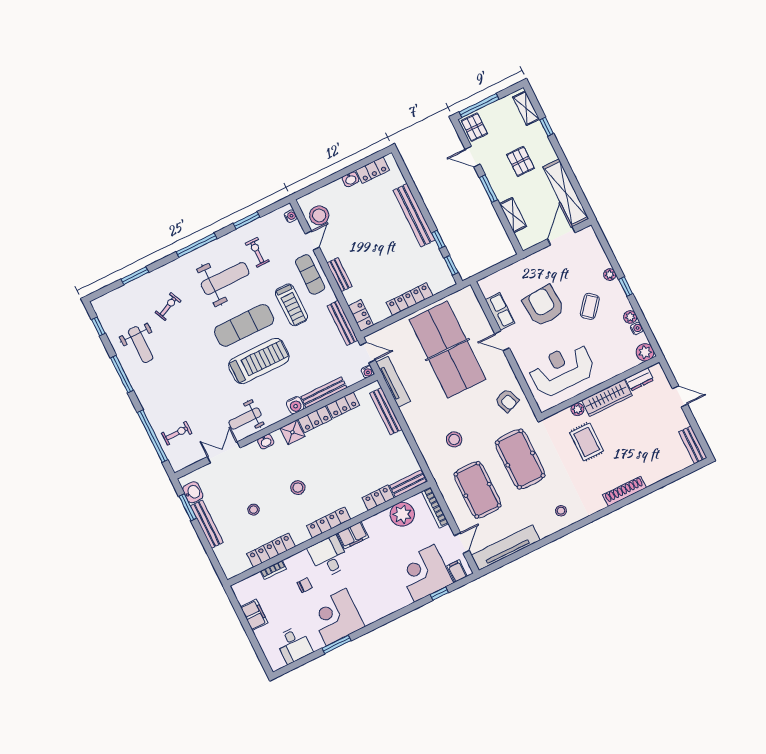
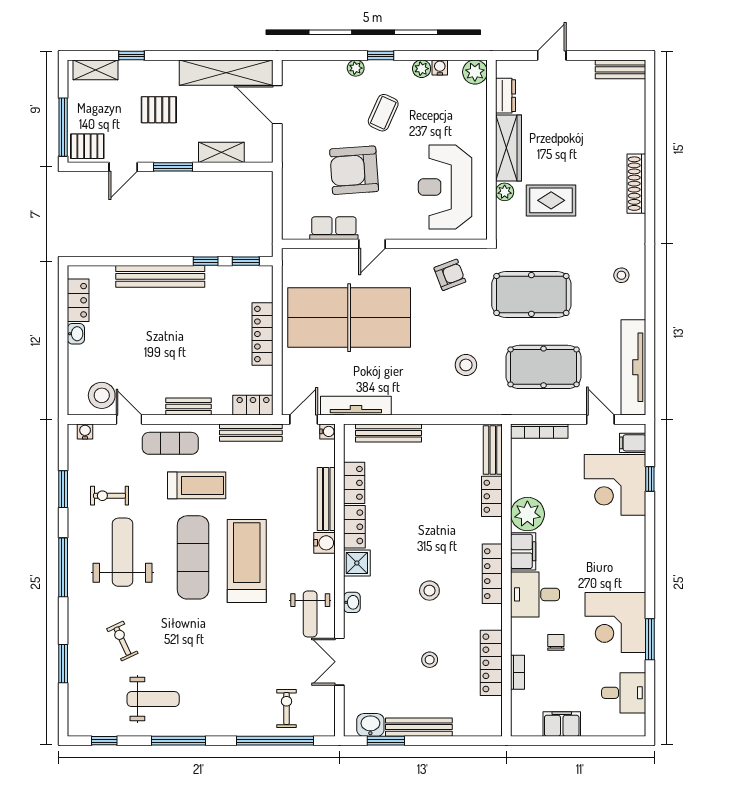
coffee table: (590, 306) -> (383, 113), turned 74
plant: (402, 514) -> (527, 514), moved

